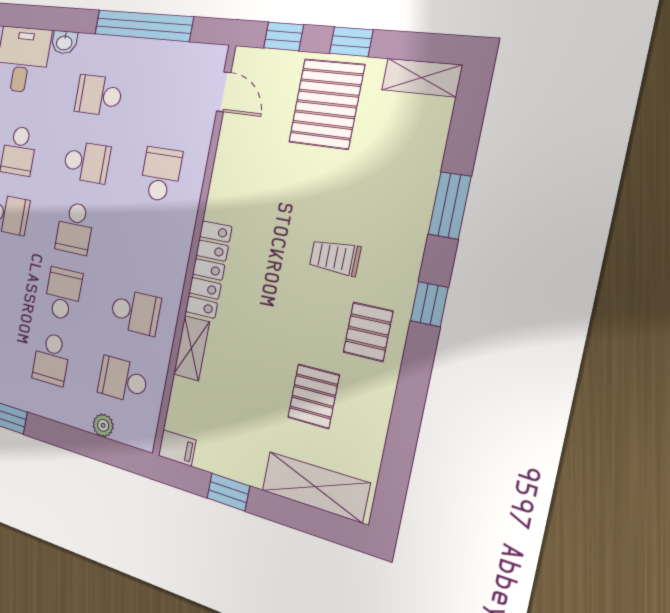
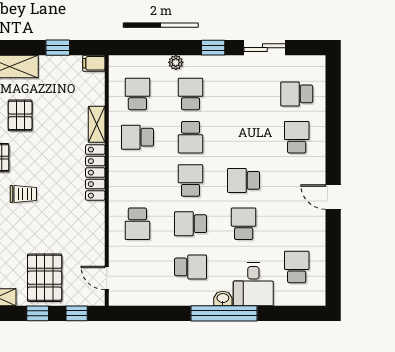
window: (143, 26) -> (224, 313), moved
school desk: (123, 380) -> (137, 94), turned -90
plant: (103, 425) -> (176, 62), moved

